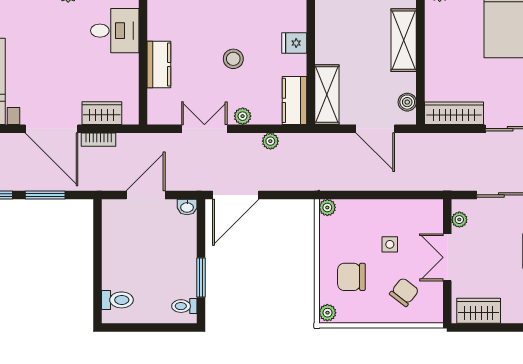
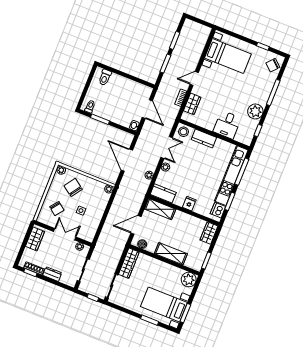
stool: (233, 59) -> (183, 132), moved
door: (52, 129) -> (194, 78), width x0.53
door: (236, 195) -> (127, 160), moved
chair: (351, 277) -> (73, 187), turned -55

